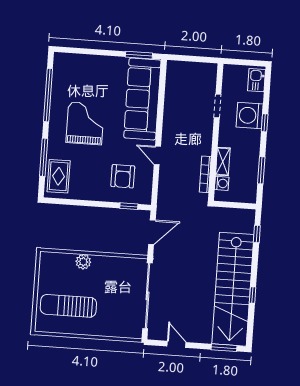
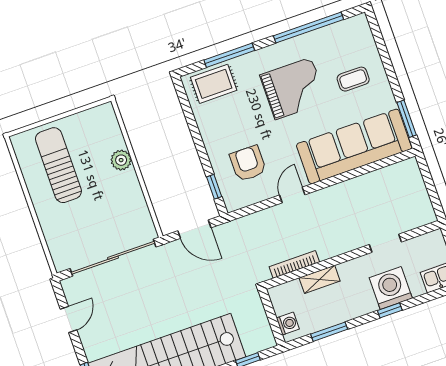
coffee table: (96, 80) -> (353, 79), added
armchair: (123, 176) -> (248, 163), turned 90
washing machine: (222, 183) -> (288, 324), moved, turned -90

